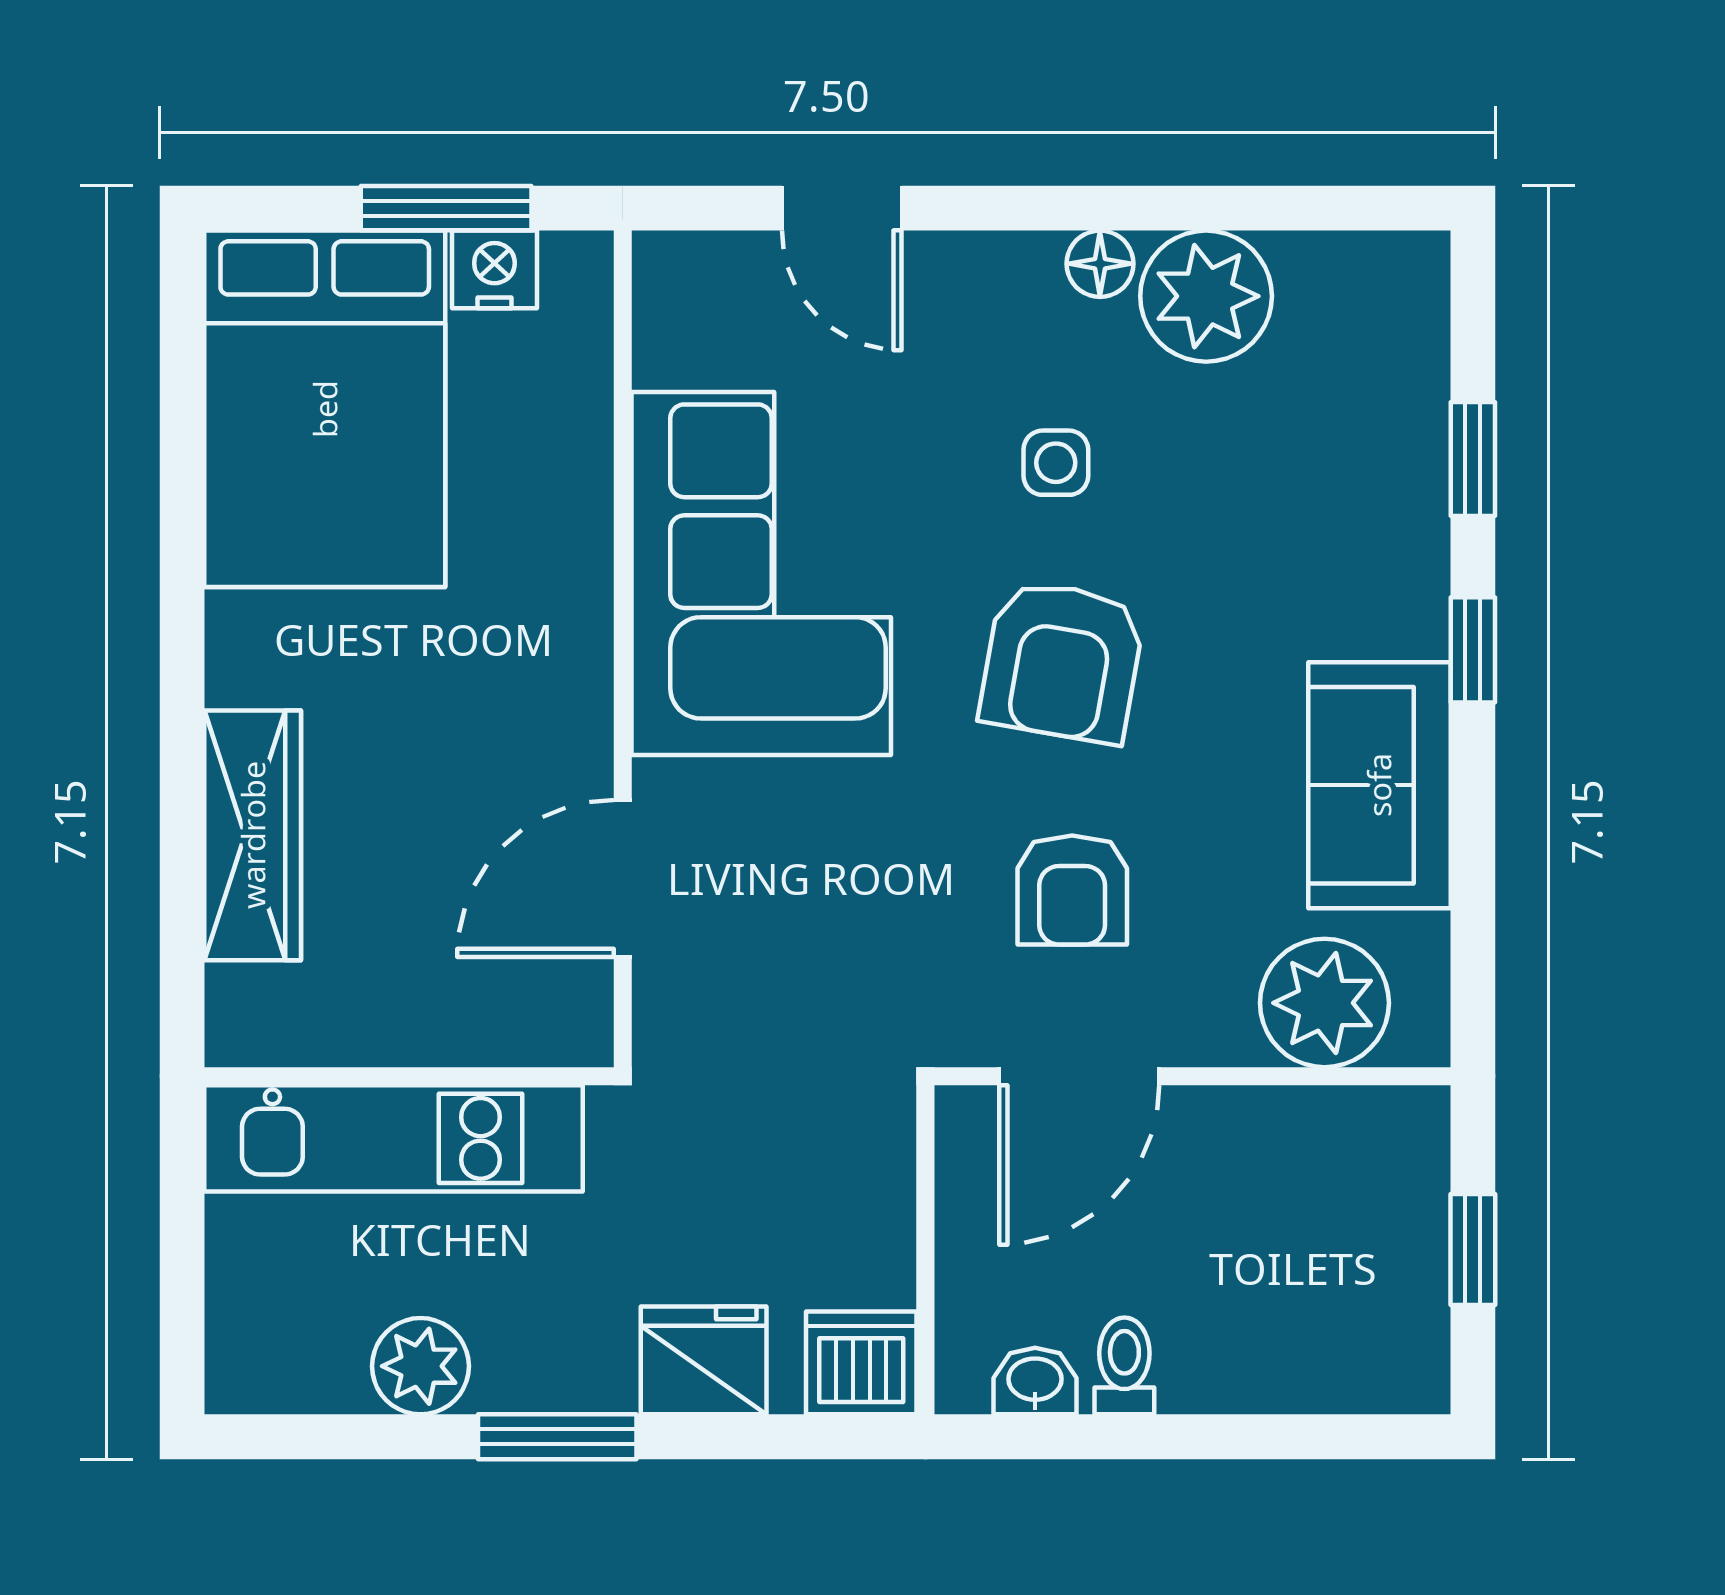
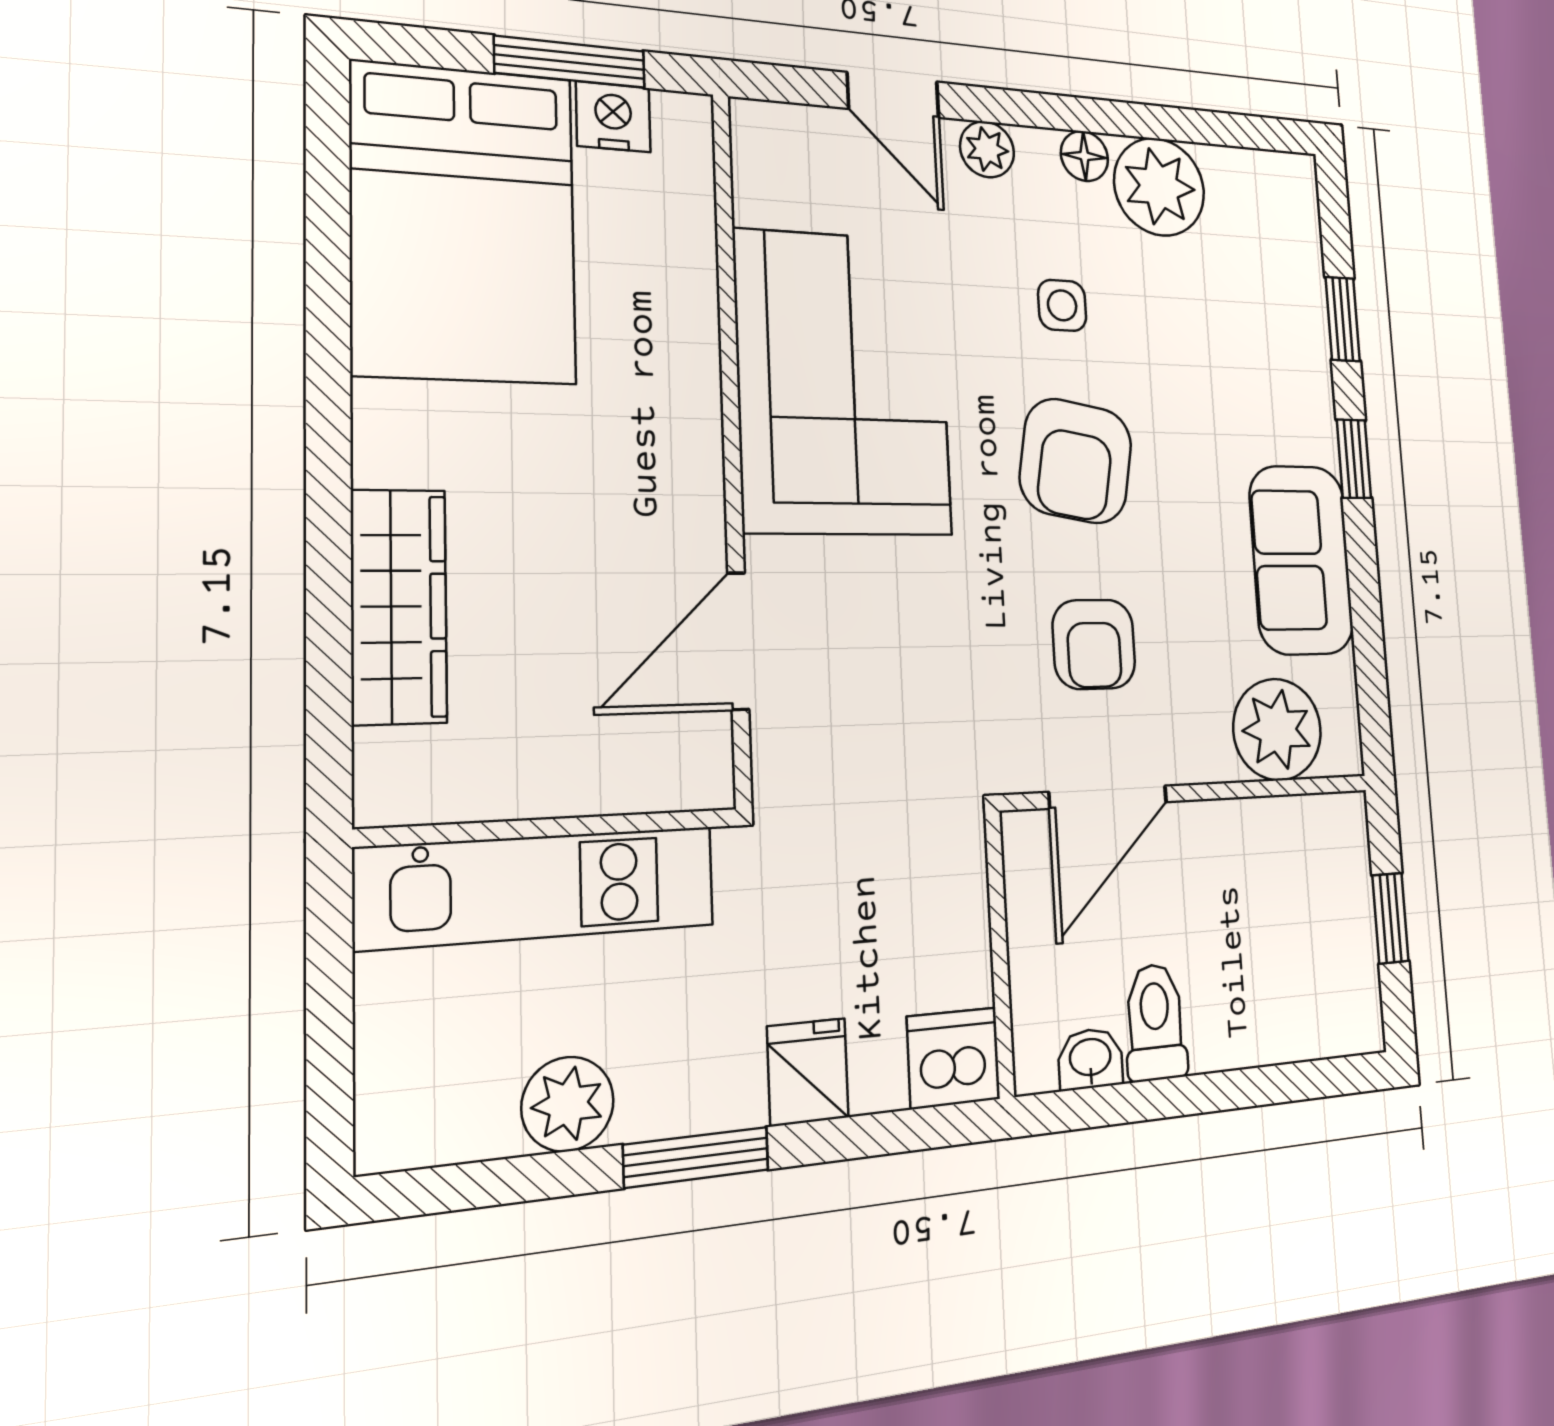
plant: (964, 267) -> (987, 149), added
fridge: (704, 1360) -> (808, 1072), width x0.72
toilet: (1124, 1366) -> (1155, 1022), width x1.37, depth x1.39

